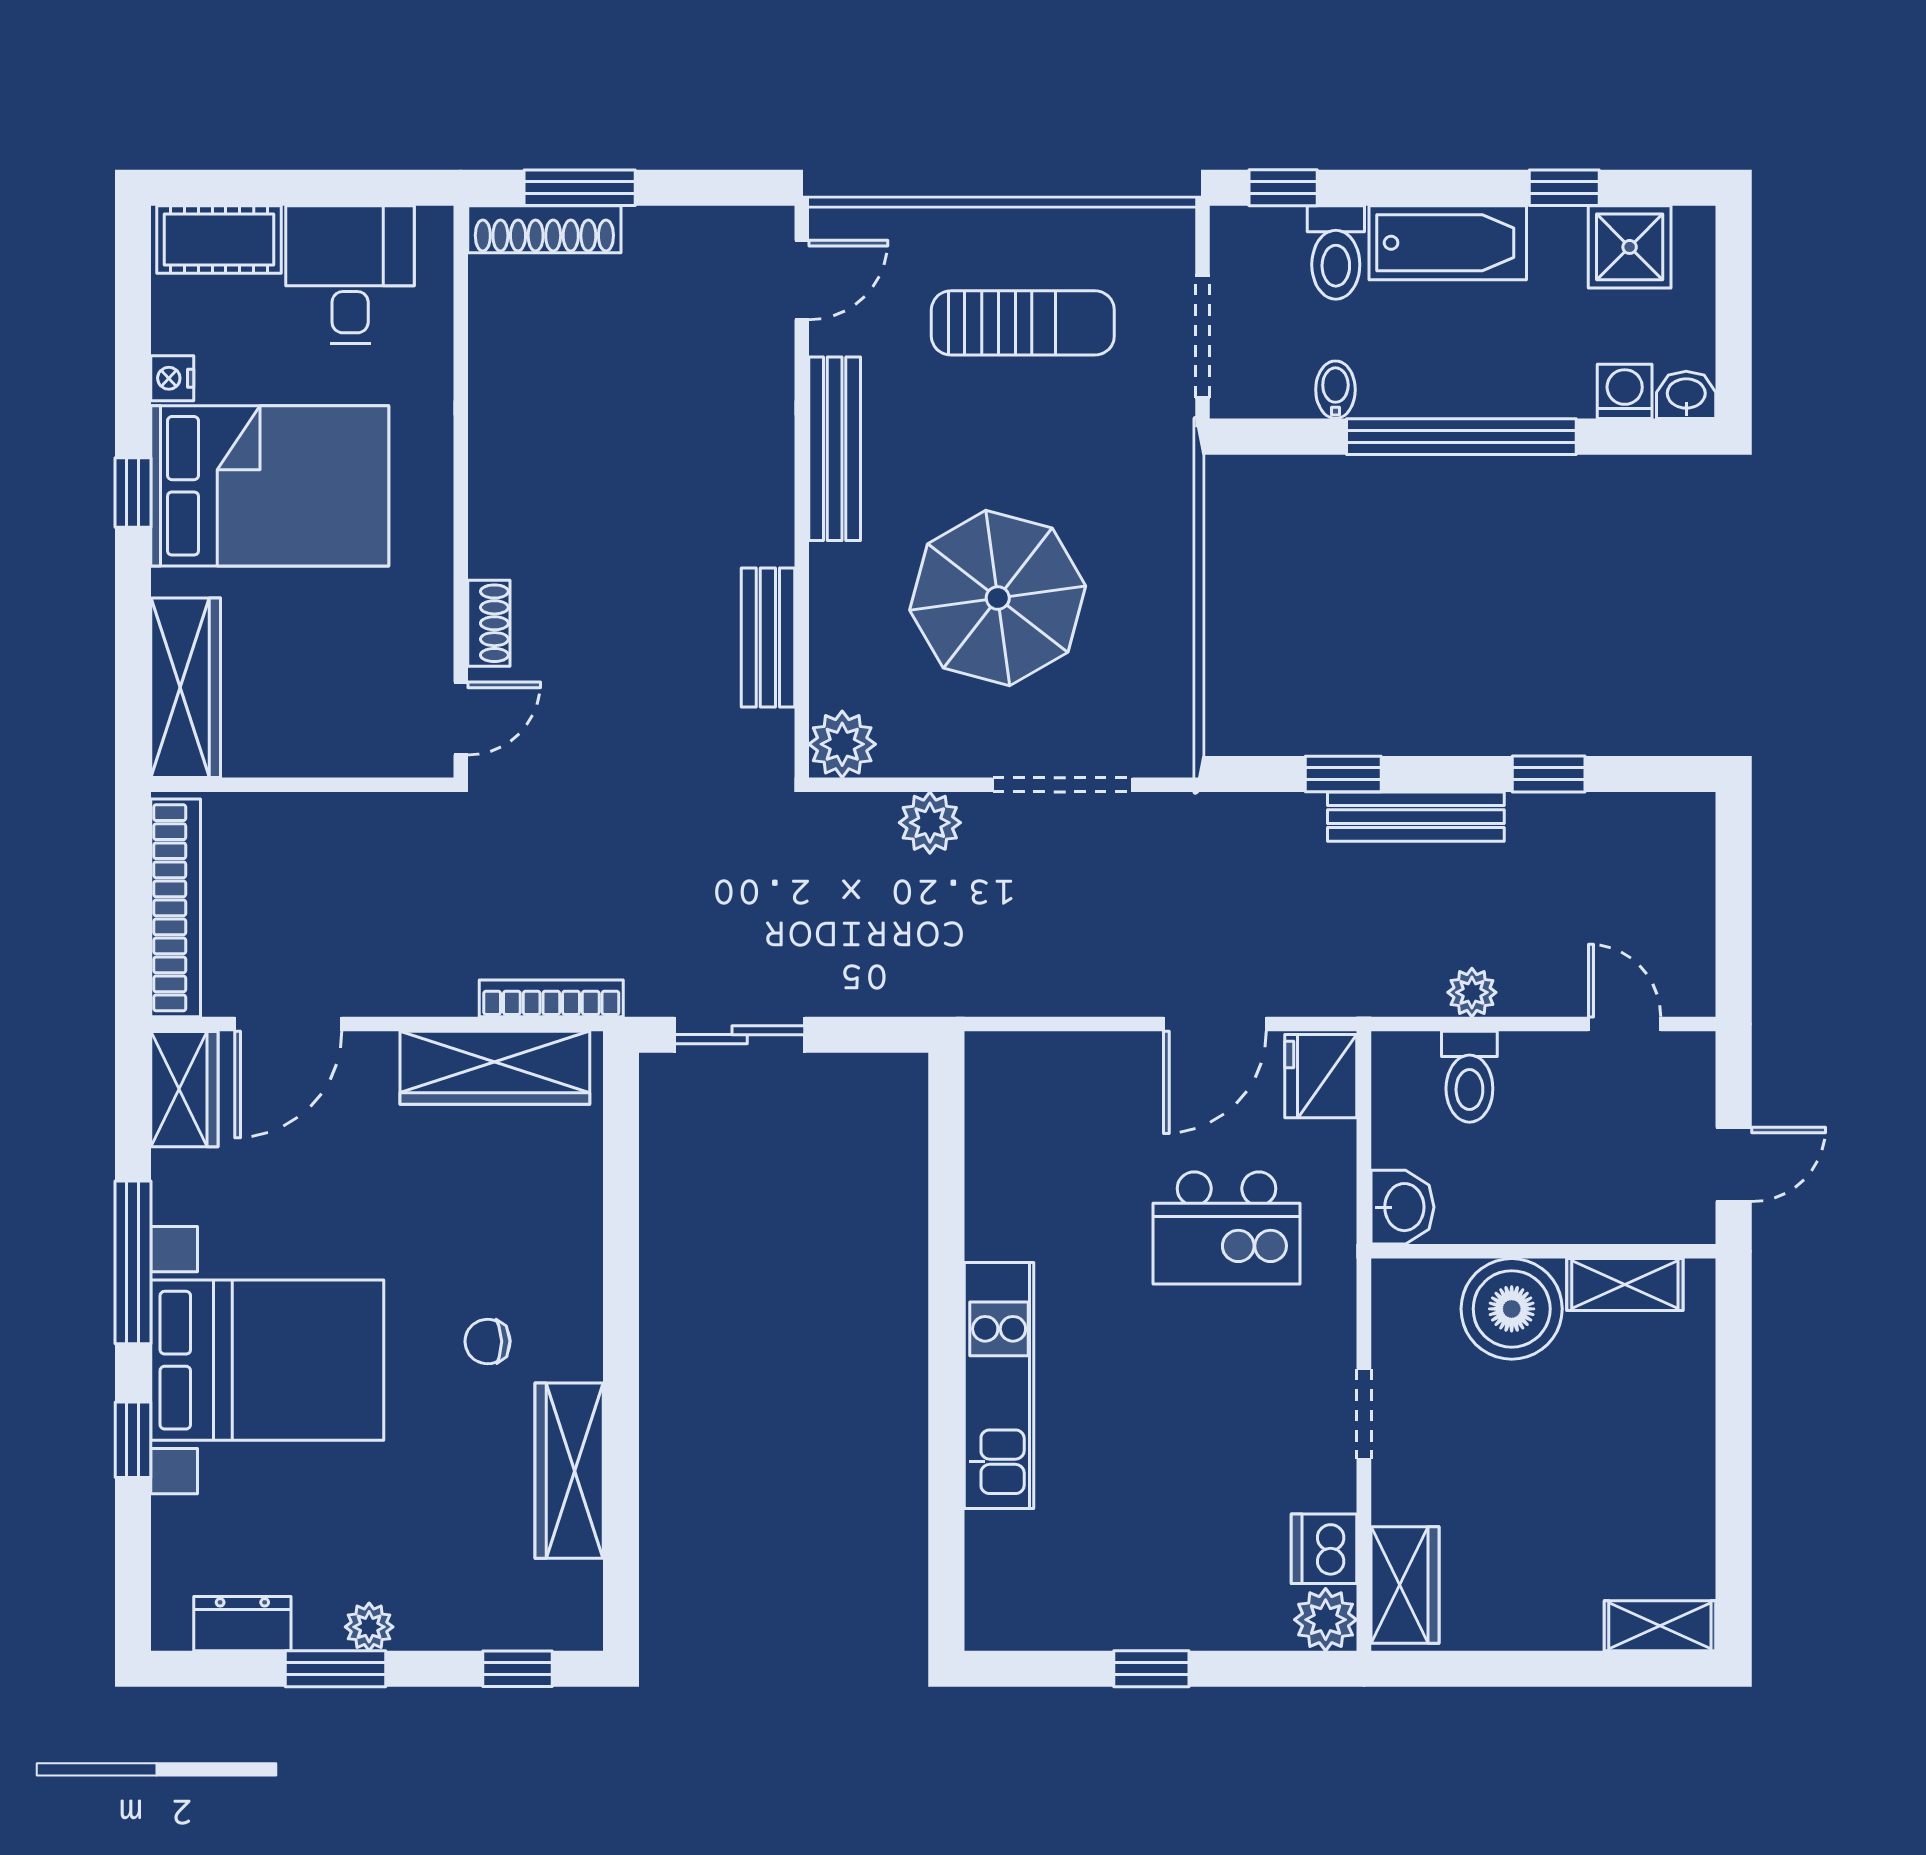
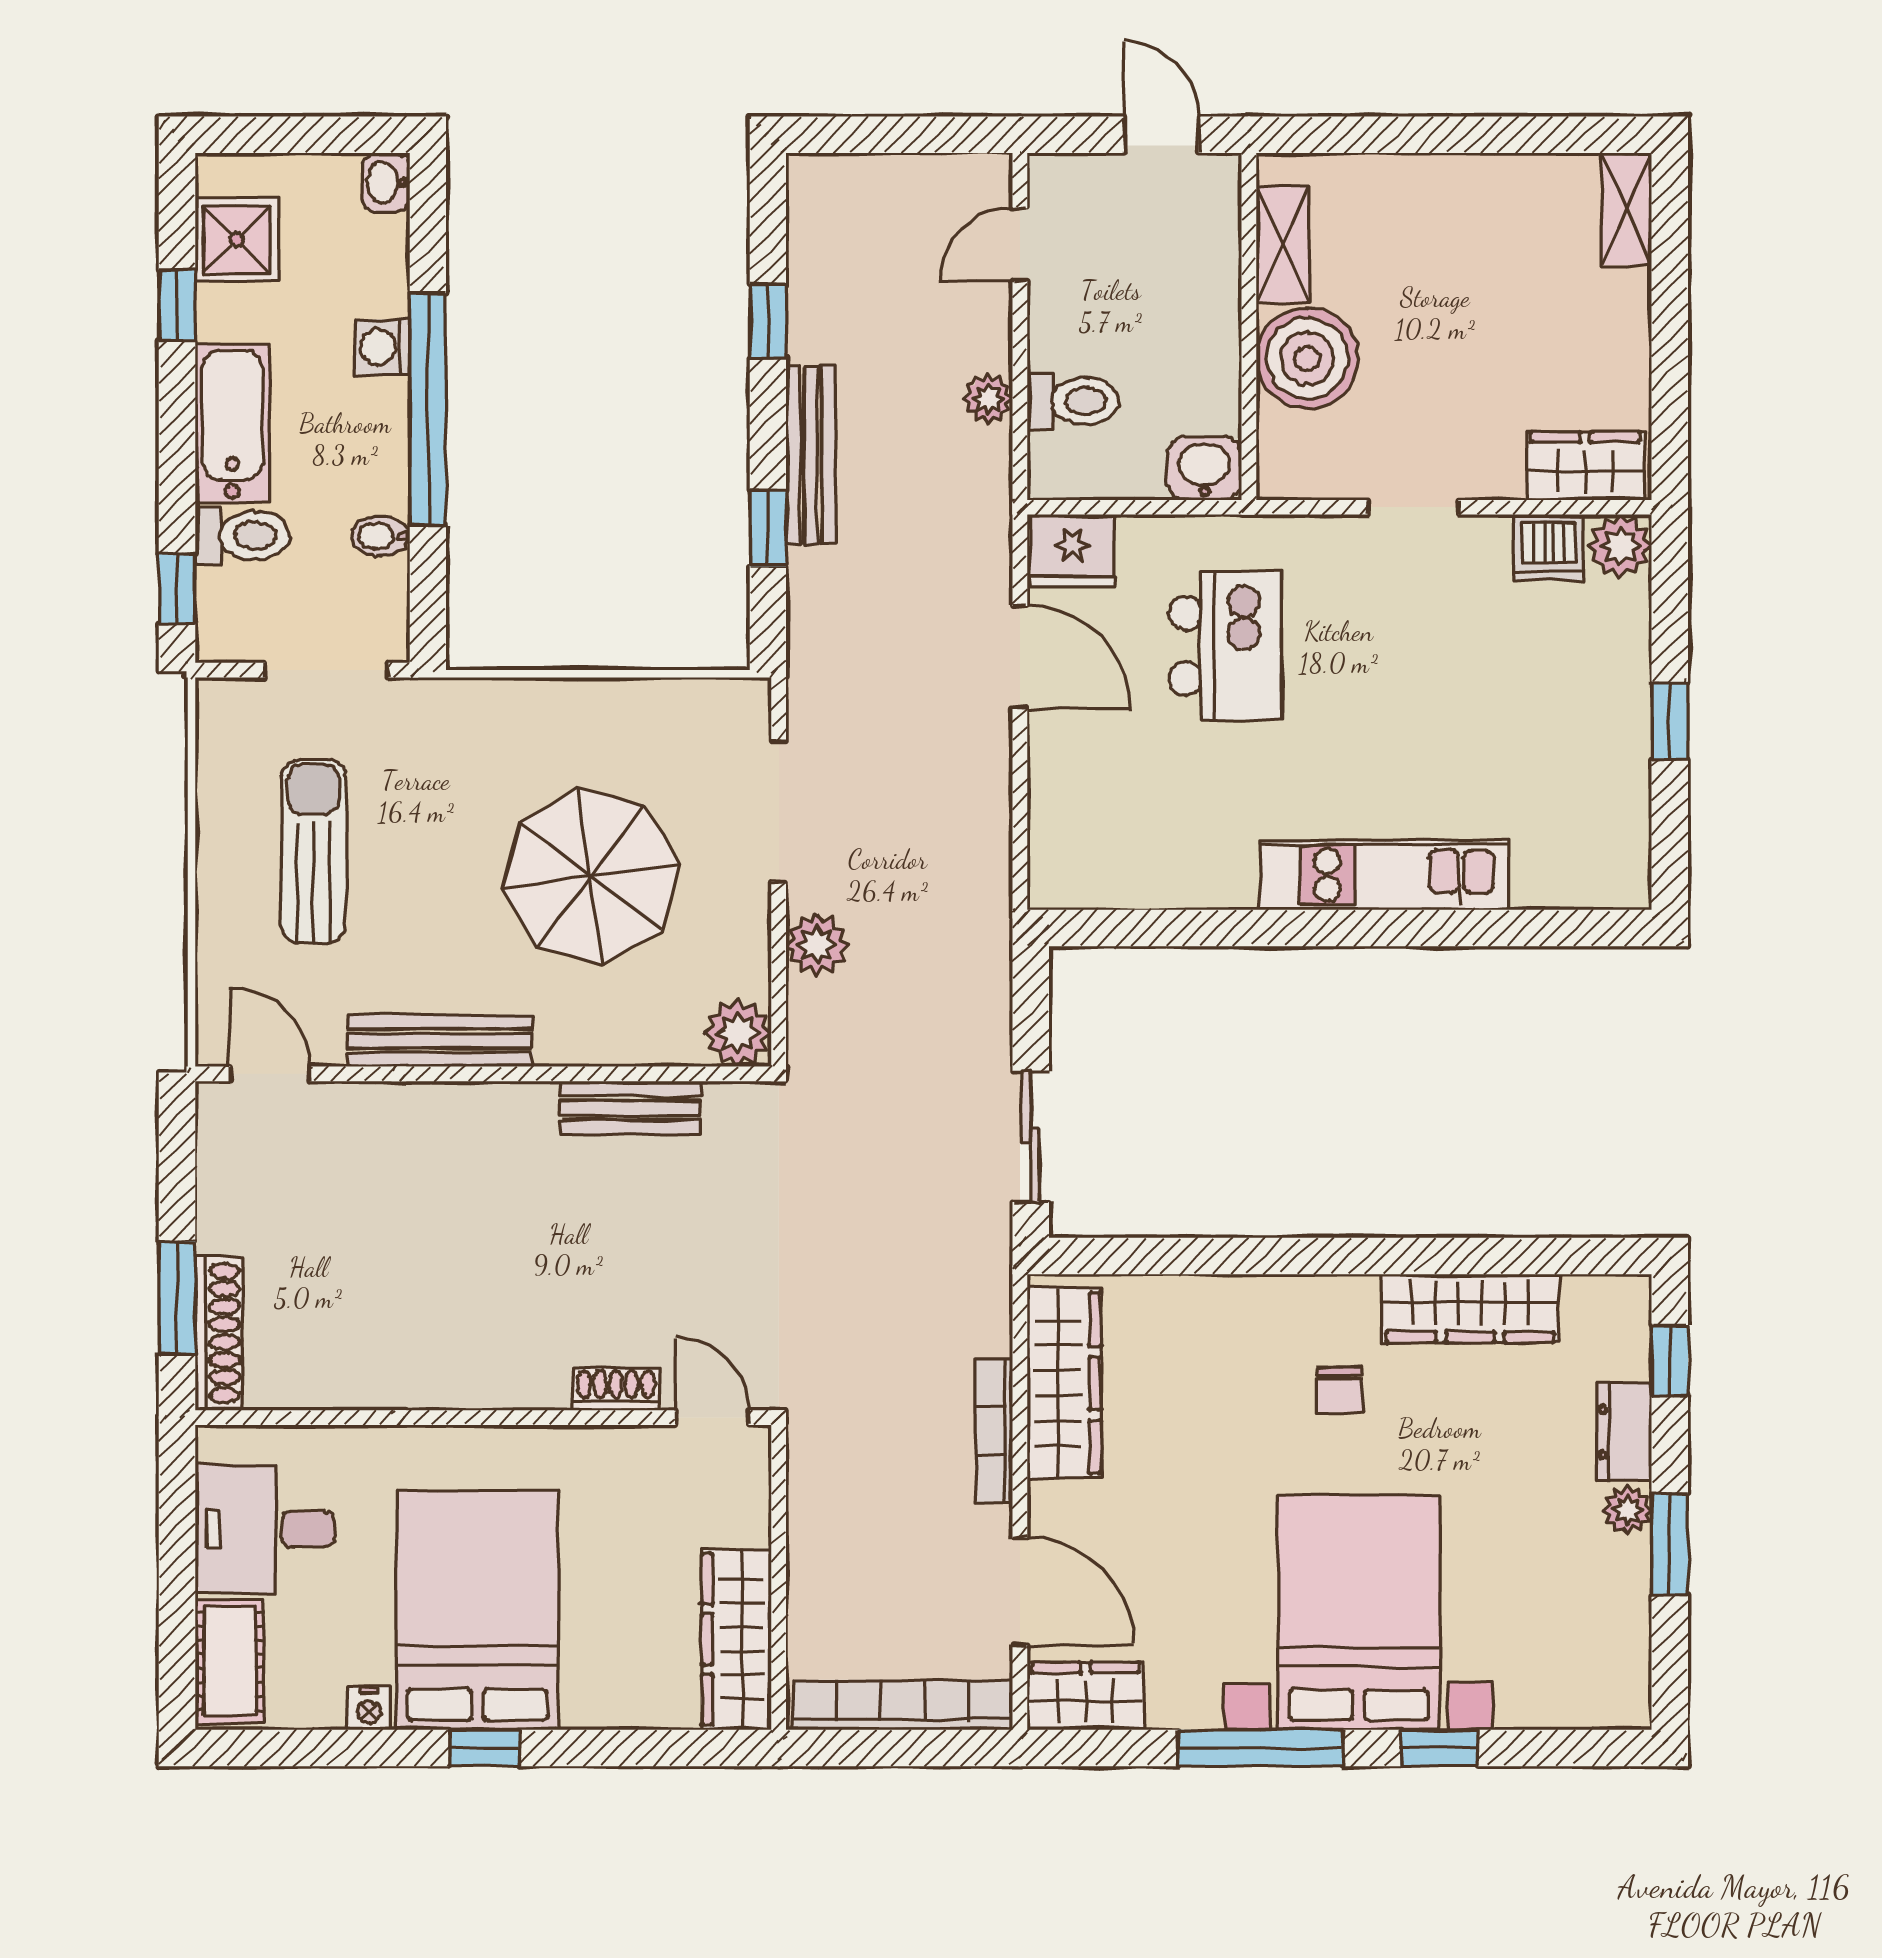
washing machine: (1625, 391) -> (382, 347), moved
wardrobe: (186, 688) -> (736, 1639), moved, turned -90
bookcase: (551, 998) -> (994, 1431), moved
dresser: (242, 1624) -> (1624, 1432), moved

